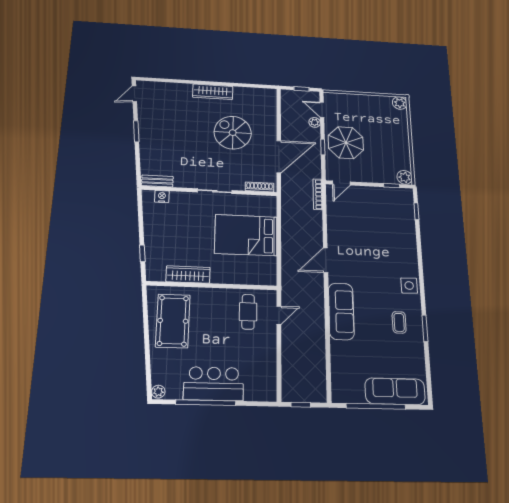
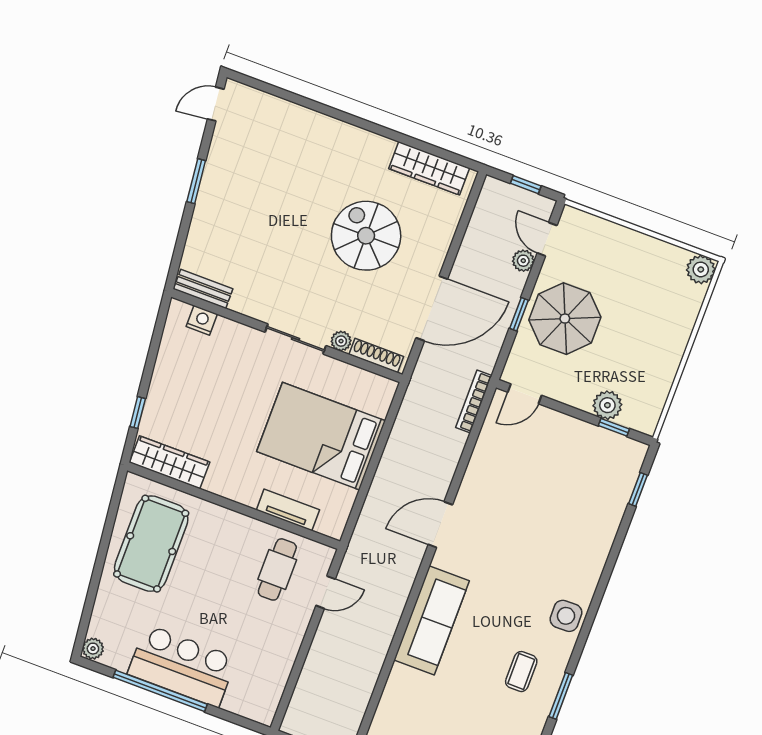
wardrobe: (213, 92) -> (429, 168), moved
plant: (405, 177) -> (607, 405), moved
plant: (239, 185) -> (341, 341), added
wardrobe: (188, 275) -> (170, 462), moved
tv unit: (242, 278) -> (288, 510), added

